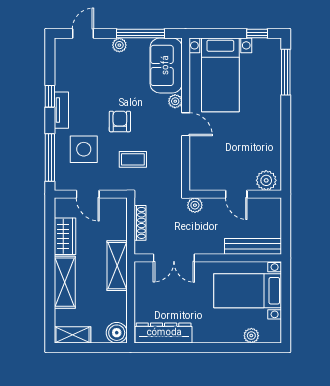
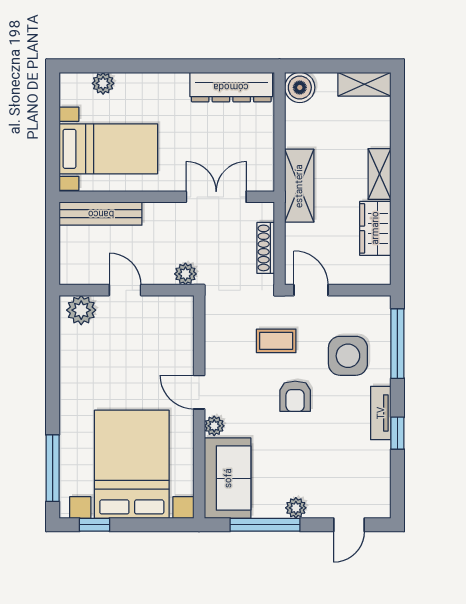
bed with nightstands: (220, 75) -> (132, 464), width x1.36
door: (88, 194) -> (311, 290), moved
shelving: (65, 282) -> (379, 174), width x0.67, depth x0.75

